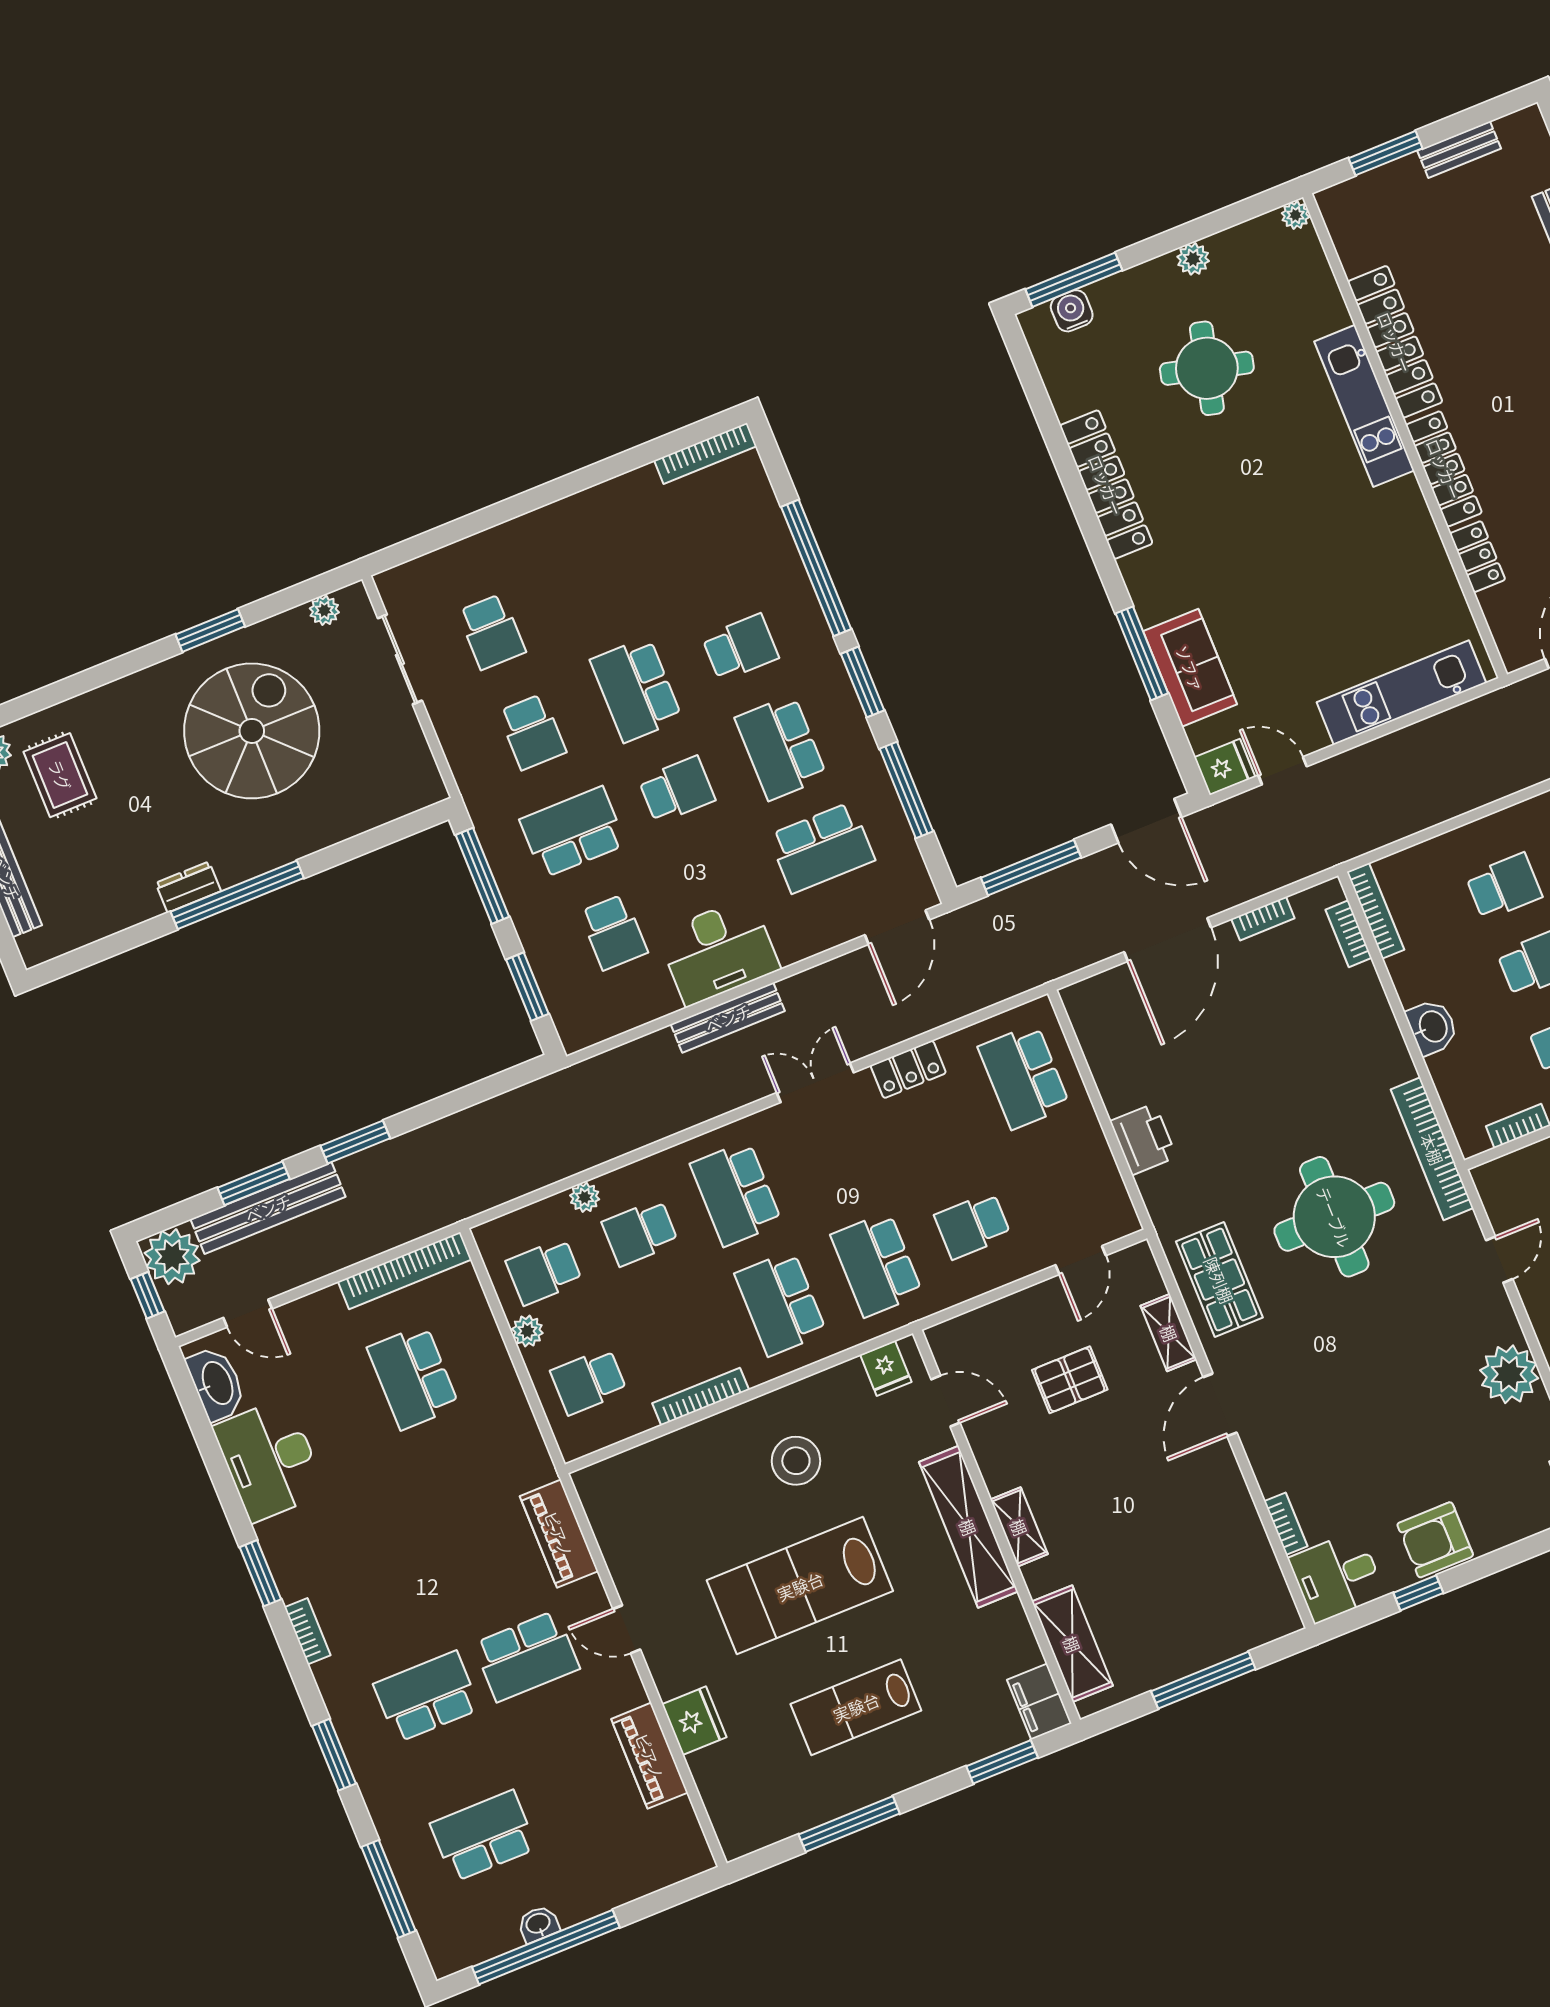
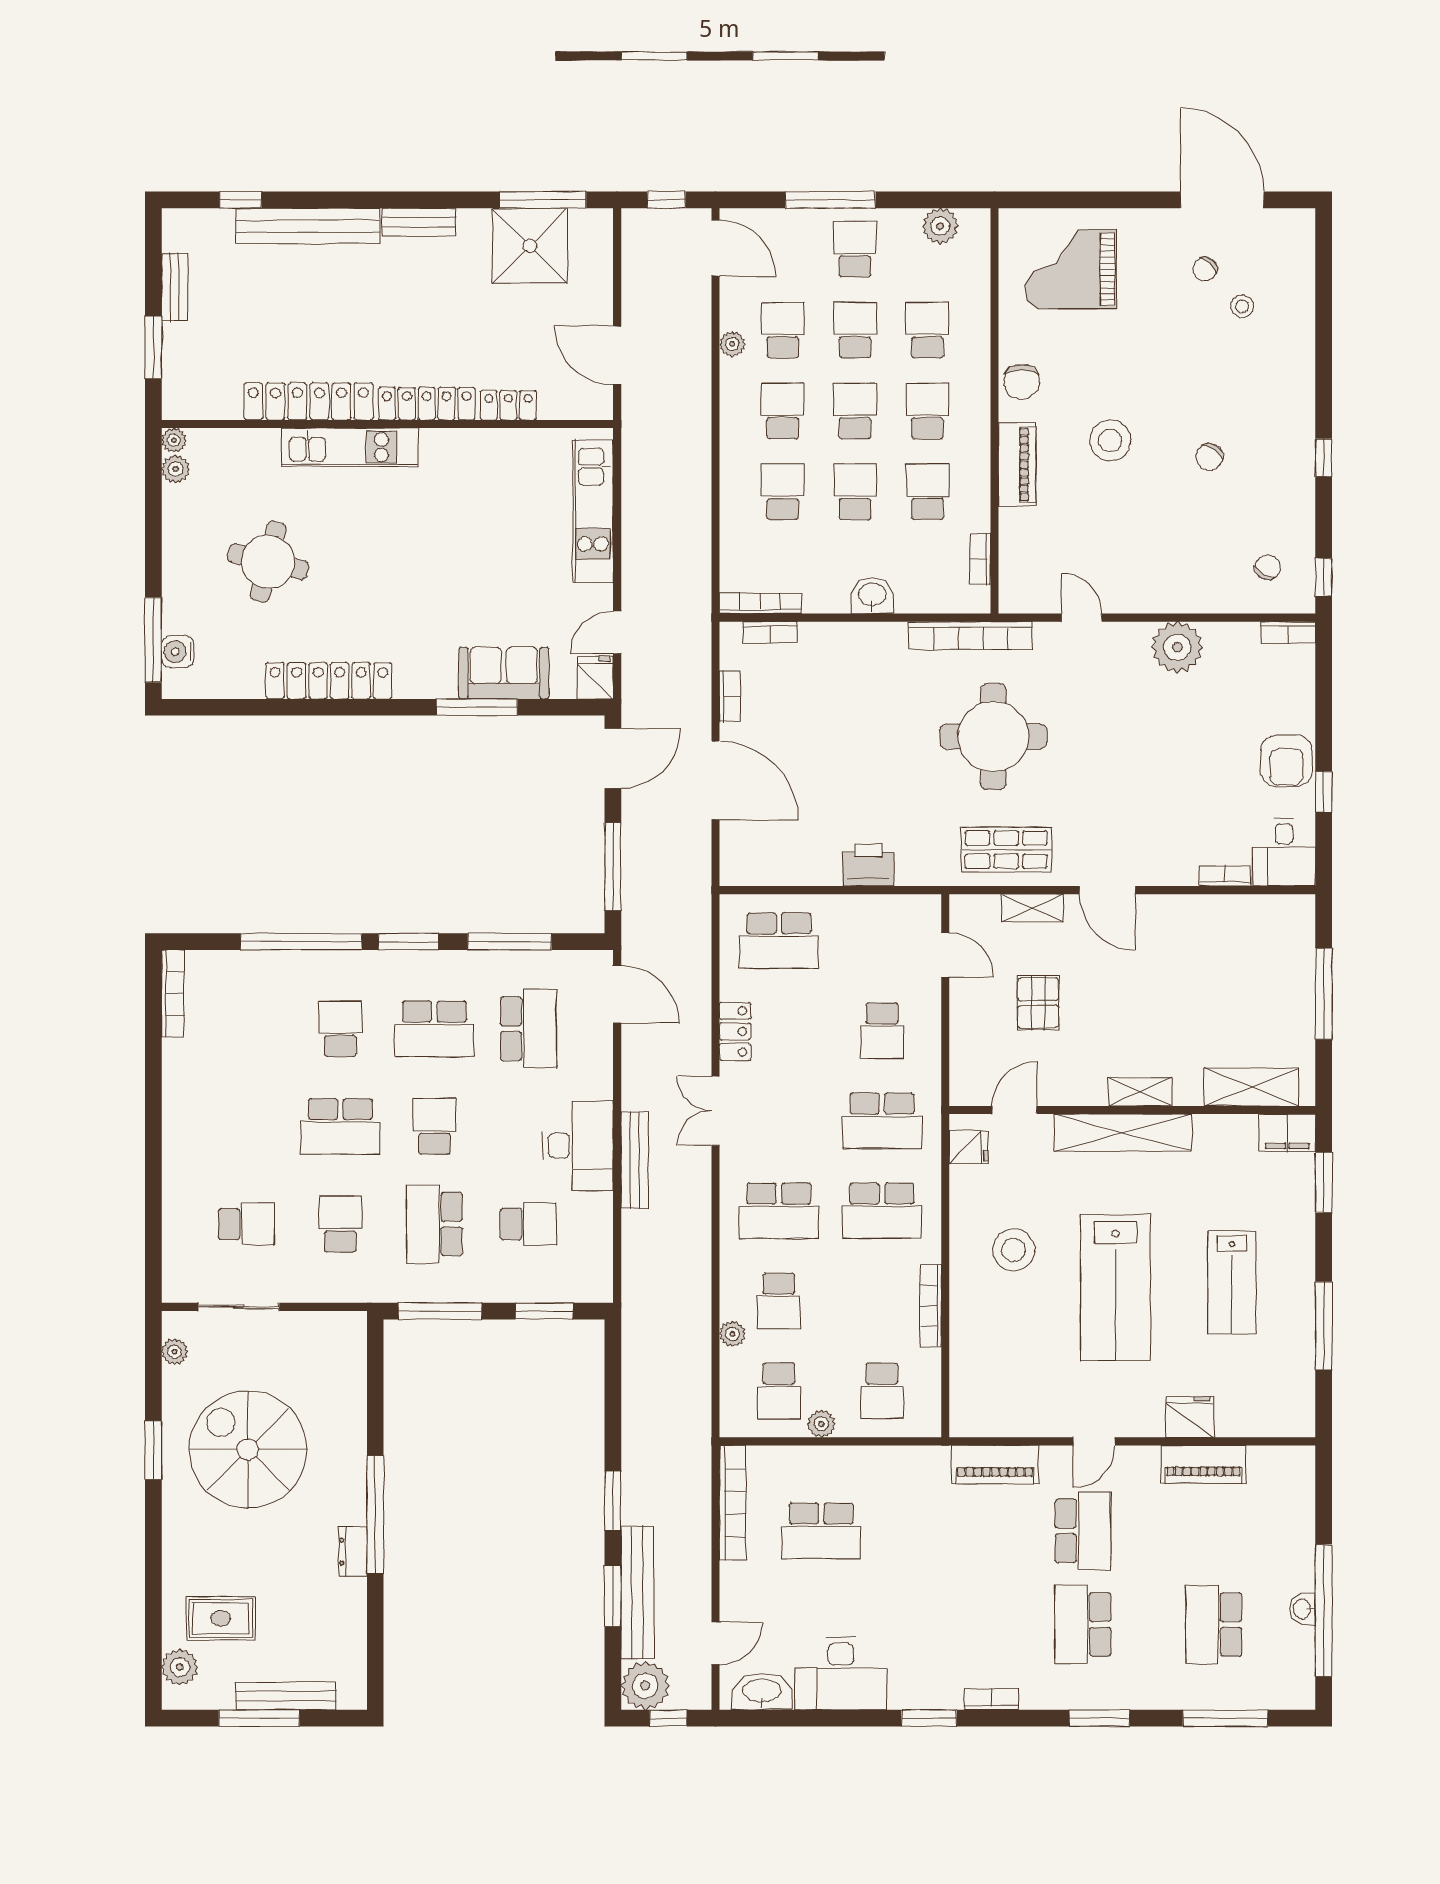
plant: (1193, 259) -> (176, 469), moved
school desk: (532, 732) -> (340, 1224), turned -90

